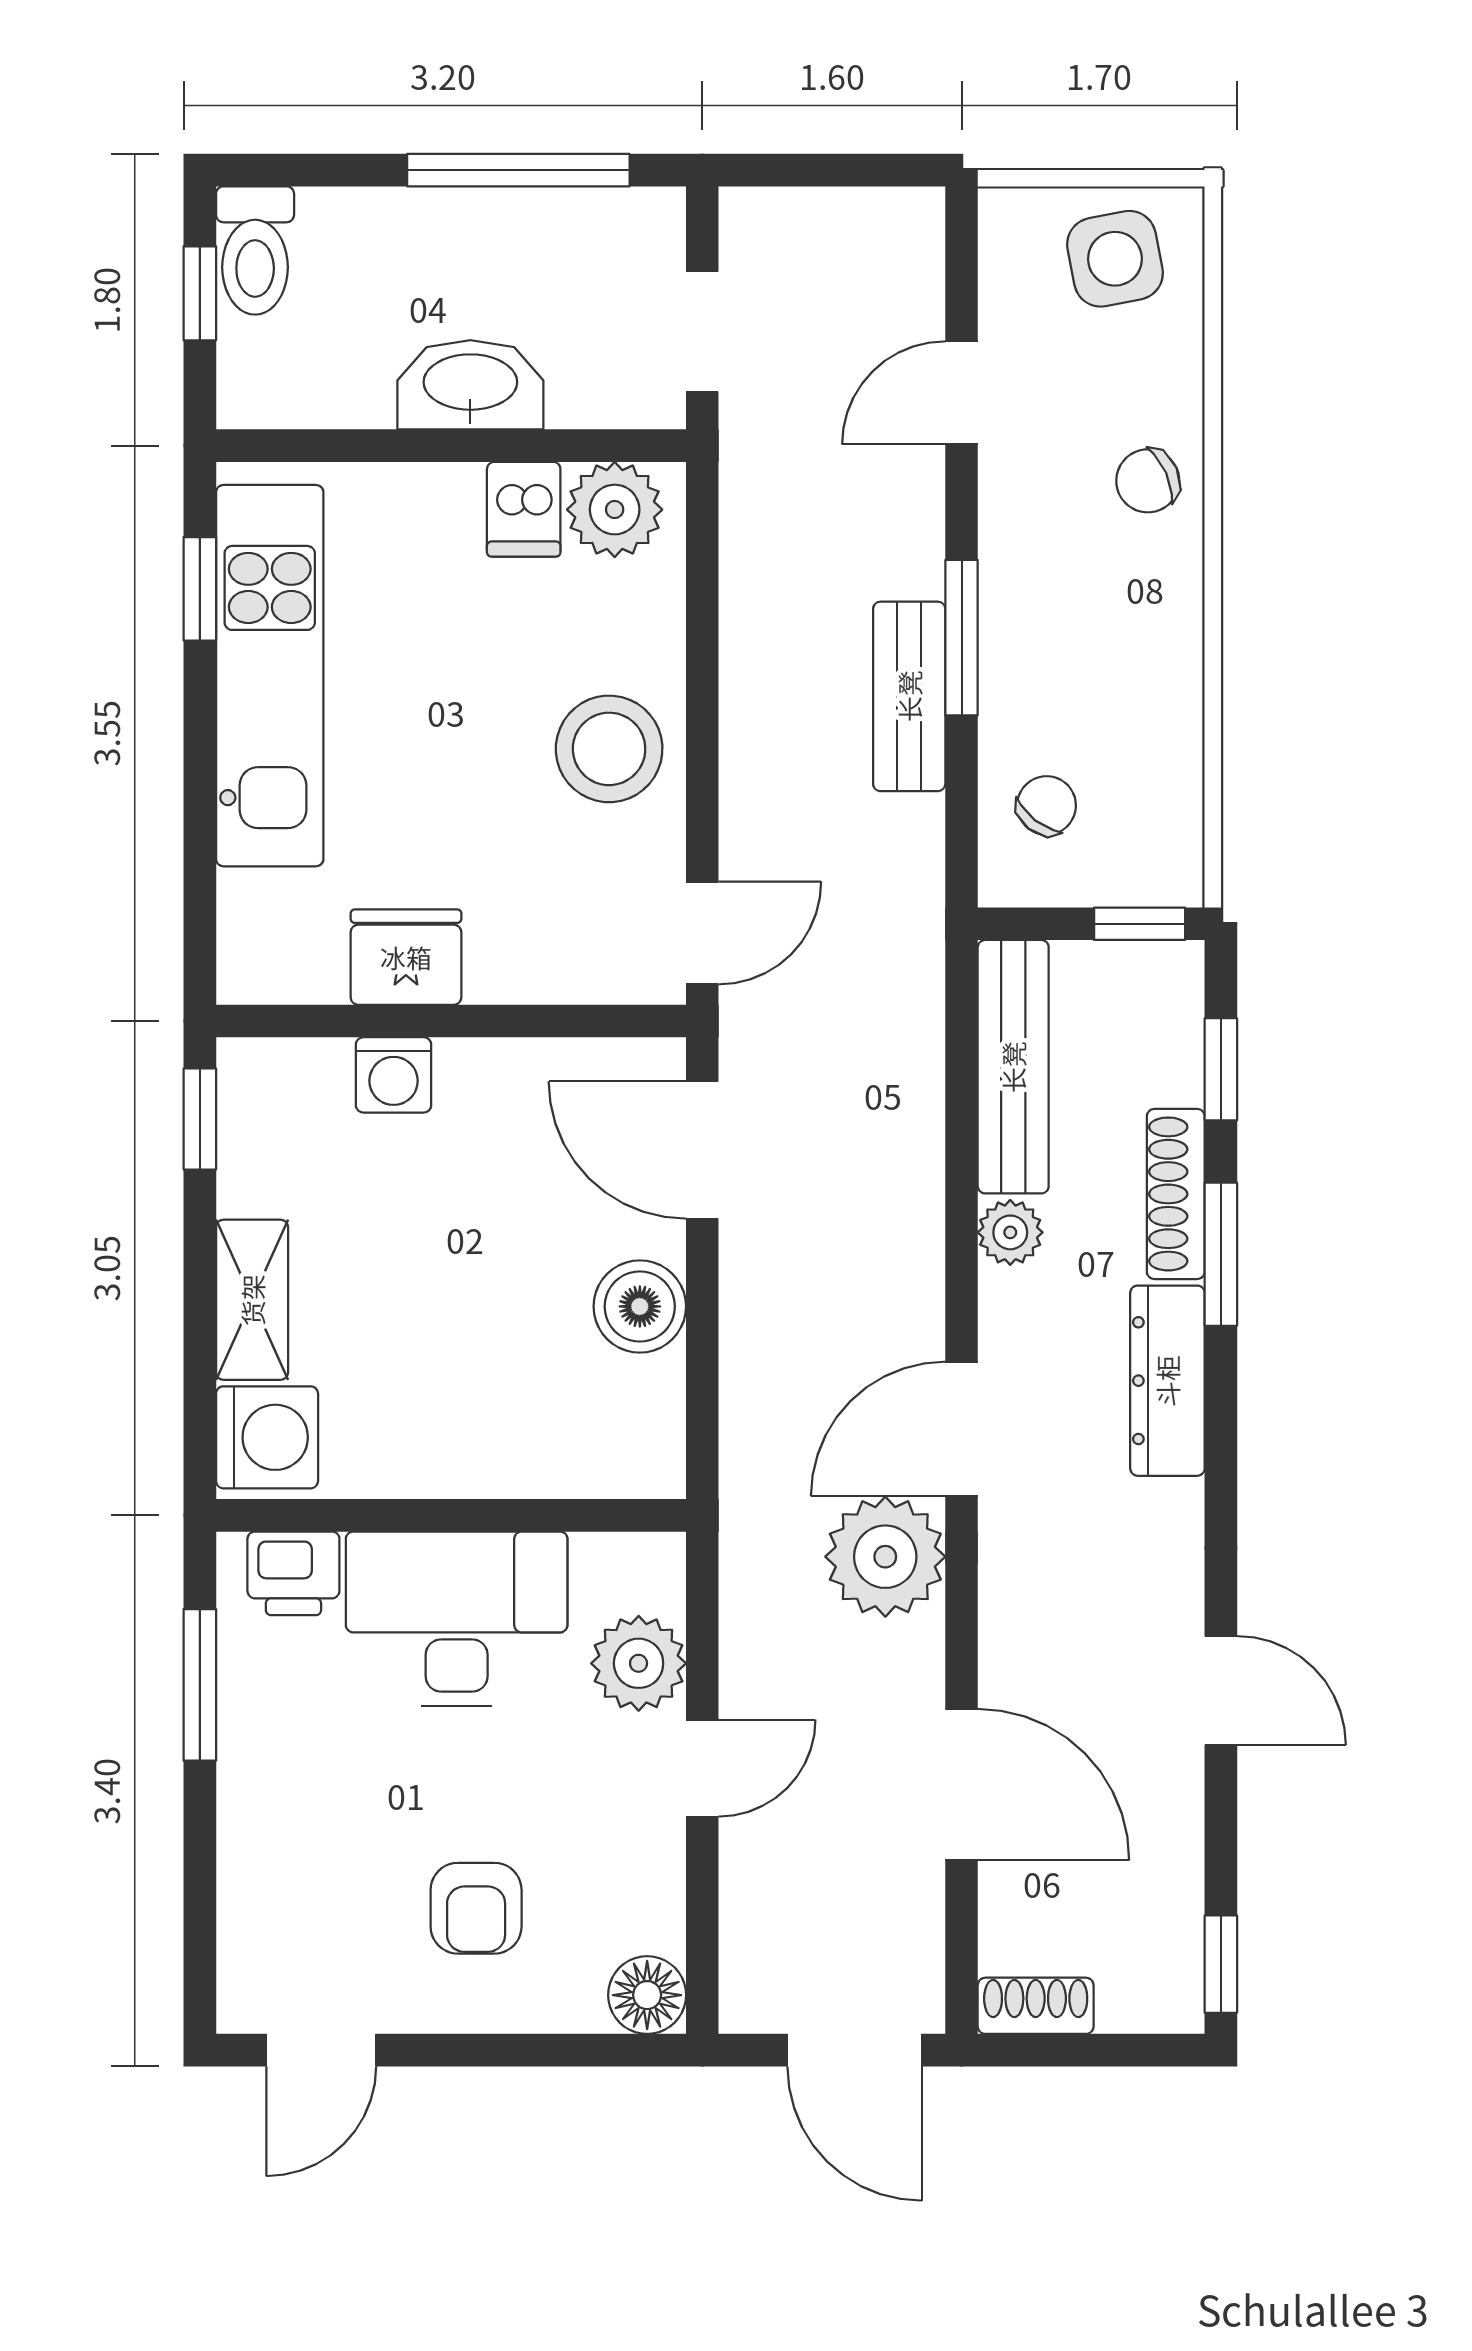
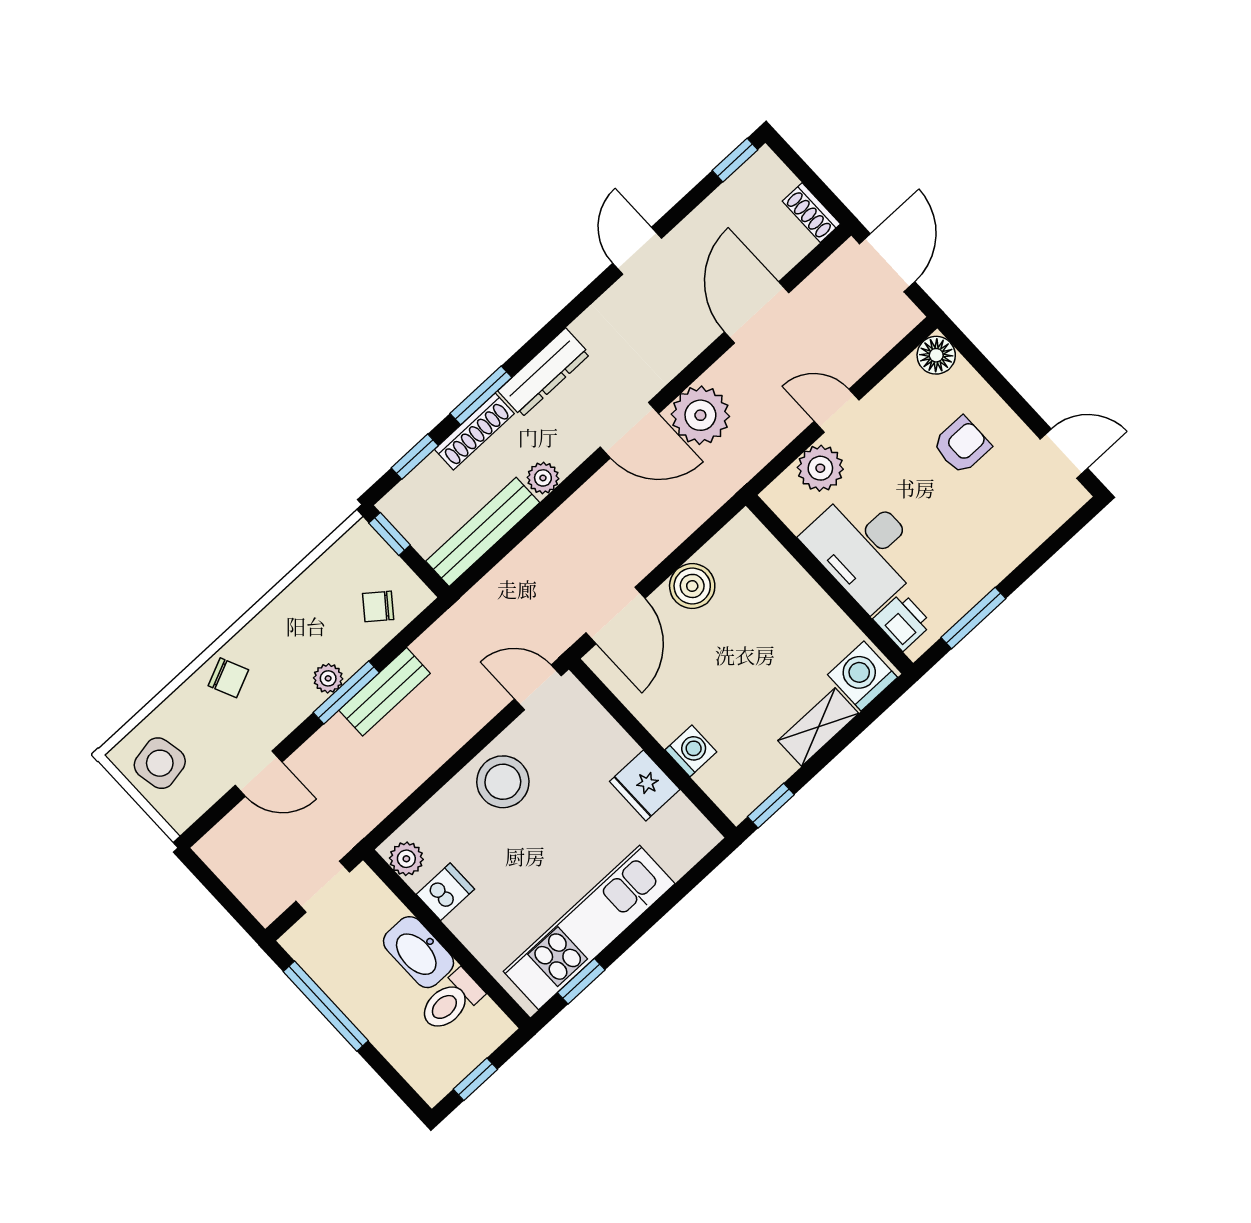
toilet: (255, 251) -> (451, 1001), moved, turned 180
plant: (615, 510) -> (406, 859), width x0.73, depth x0.73
plant: (1008, 630) -> (328, 678), added

